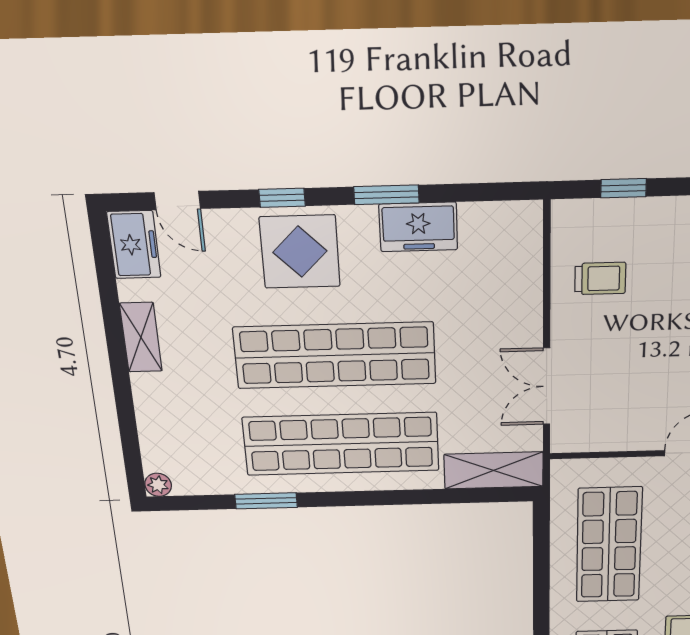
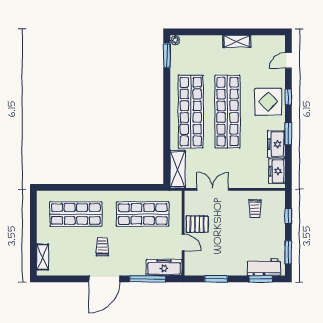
freezer: (134, 245) -> (277, 171), moved, turned 90
pallet: (639, 421) -> (197, 224), added
window: (266, 501) -> (167, 55), moved

